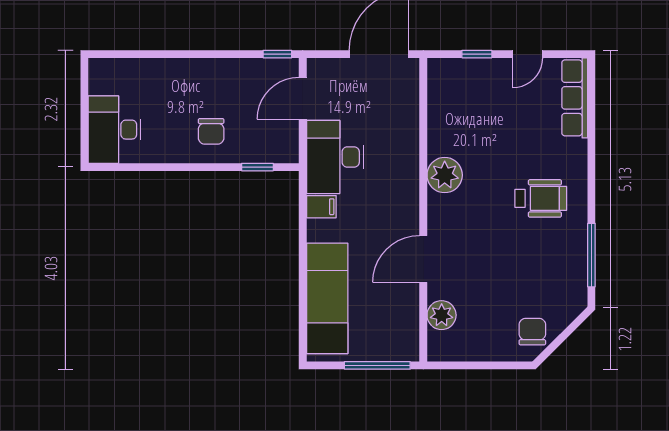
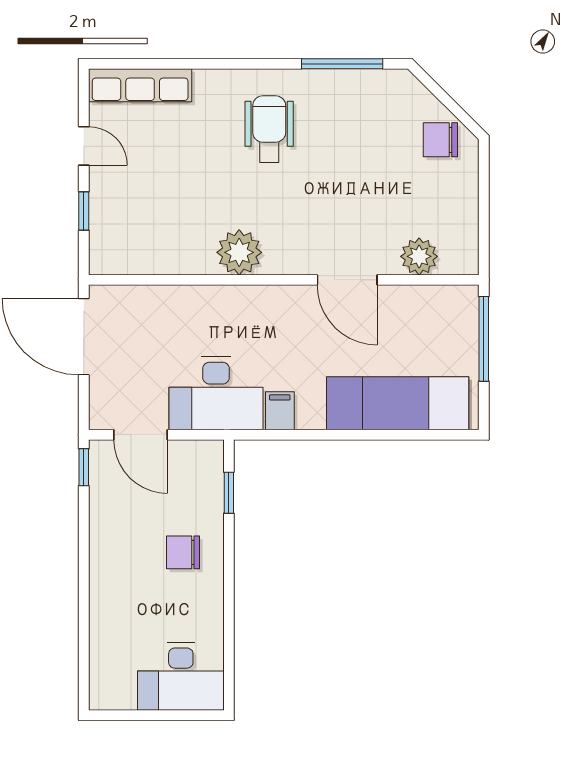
chair: (211, 131) -> (183, 552), turned 180

